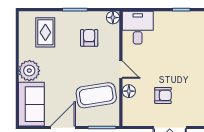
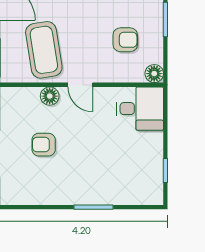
door: (121, 70) -> (80, 85), hinge flipped
armchair: (163, 95) -> (44, 145), turned 90

